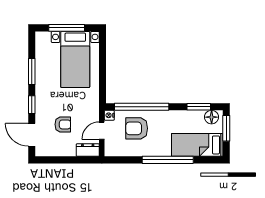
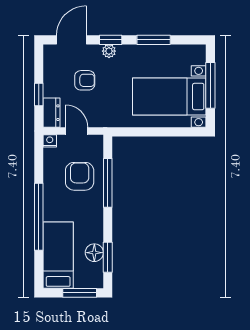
plant: (40, 106) -> (109, 51), added
window: (142, 107) -> (108, 183), width x0.68
nightstand: (109, 115) -> (50, 141), moved
floor lamp: (212, 117) -> (94, 253), moved
armchair: (63, 124) -> (85, 80), turned -90
window: (74, 160) -> (39, 94), added

